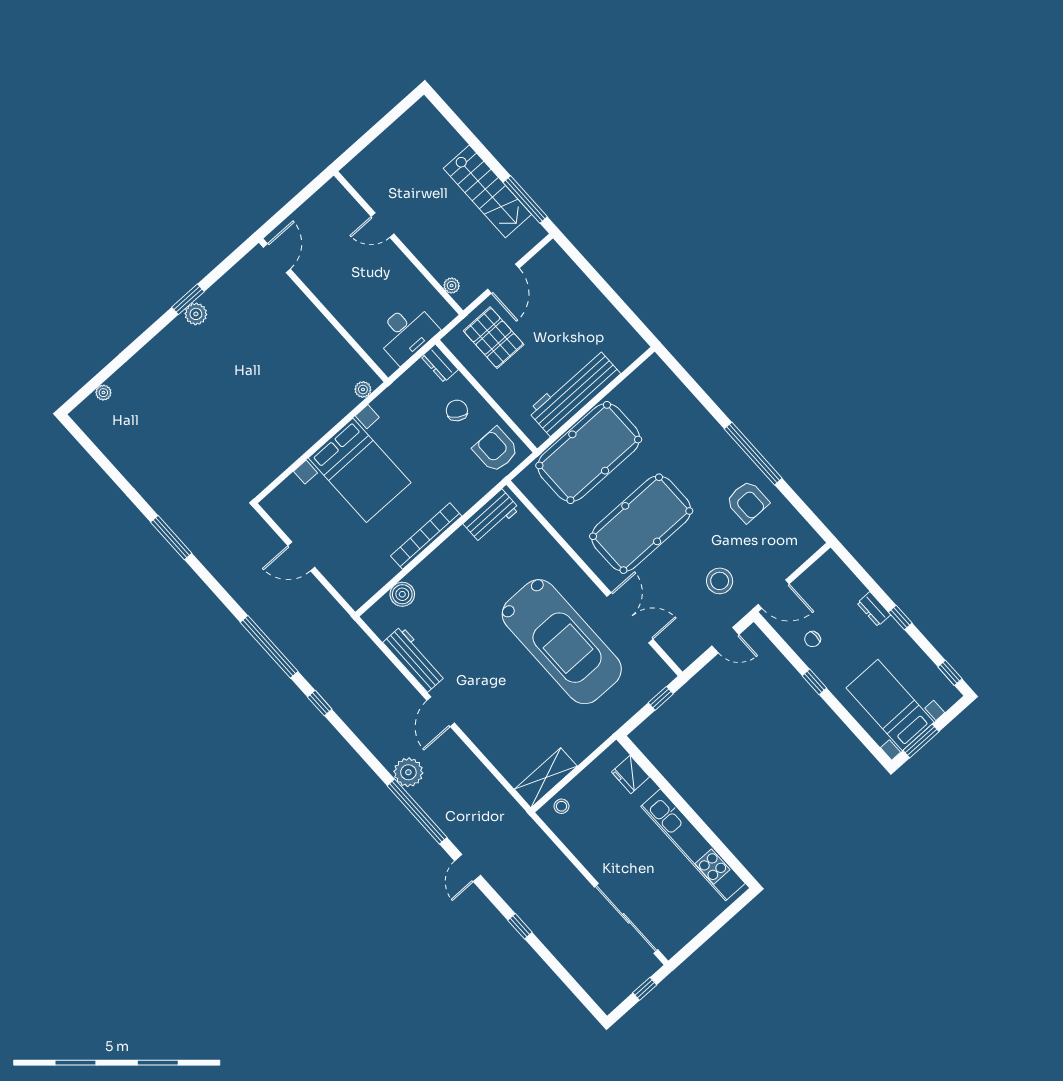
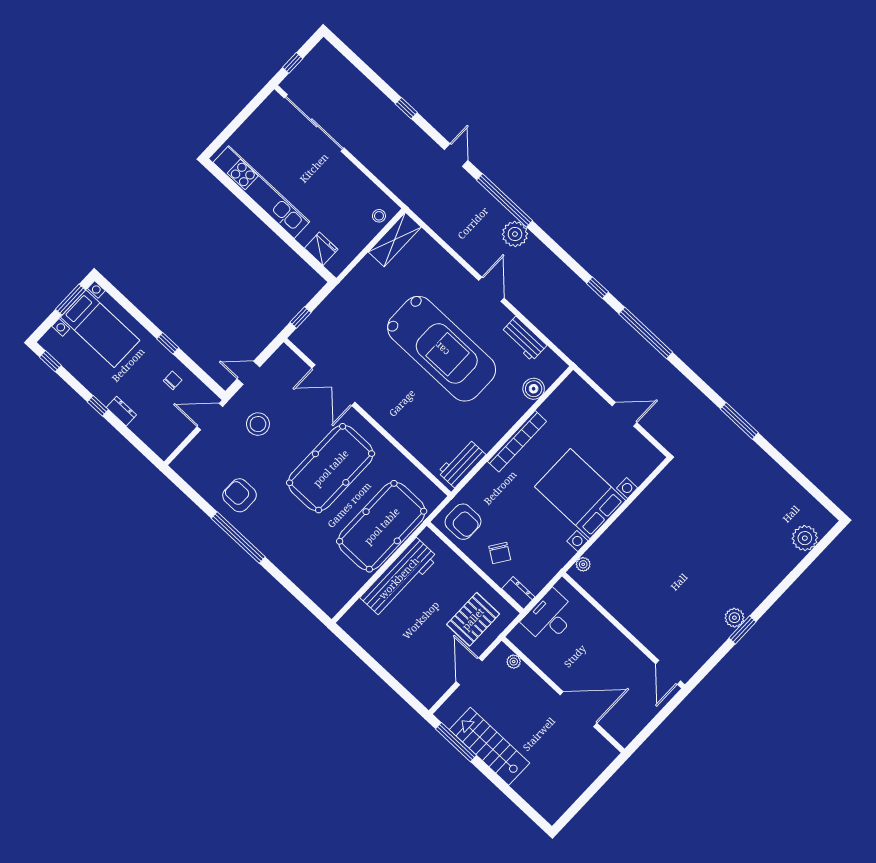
door: (382, 225) -> (578, 709), width x1.87
pallet: (494, 338) -> (473, 619), turned 90
plant: (103, 393) -> (805, 538), width x1.88, depth x1.88
car: (562, 642) -> (442, 349), moved, turned 180
workbench: (414, 659) -> (524, 339), width x0.73

